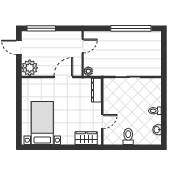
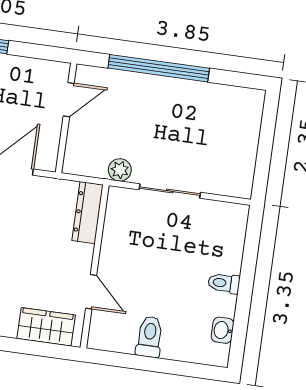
window: (131, 28) -> (159, 68), moved
plant: (88, 71) -> (120, 170), moved
door: (102, 122) -> (91, 292), hinge flipped

